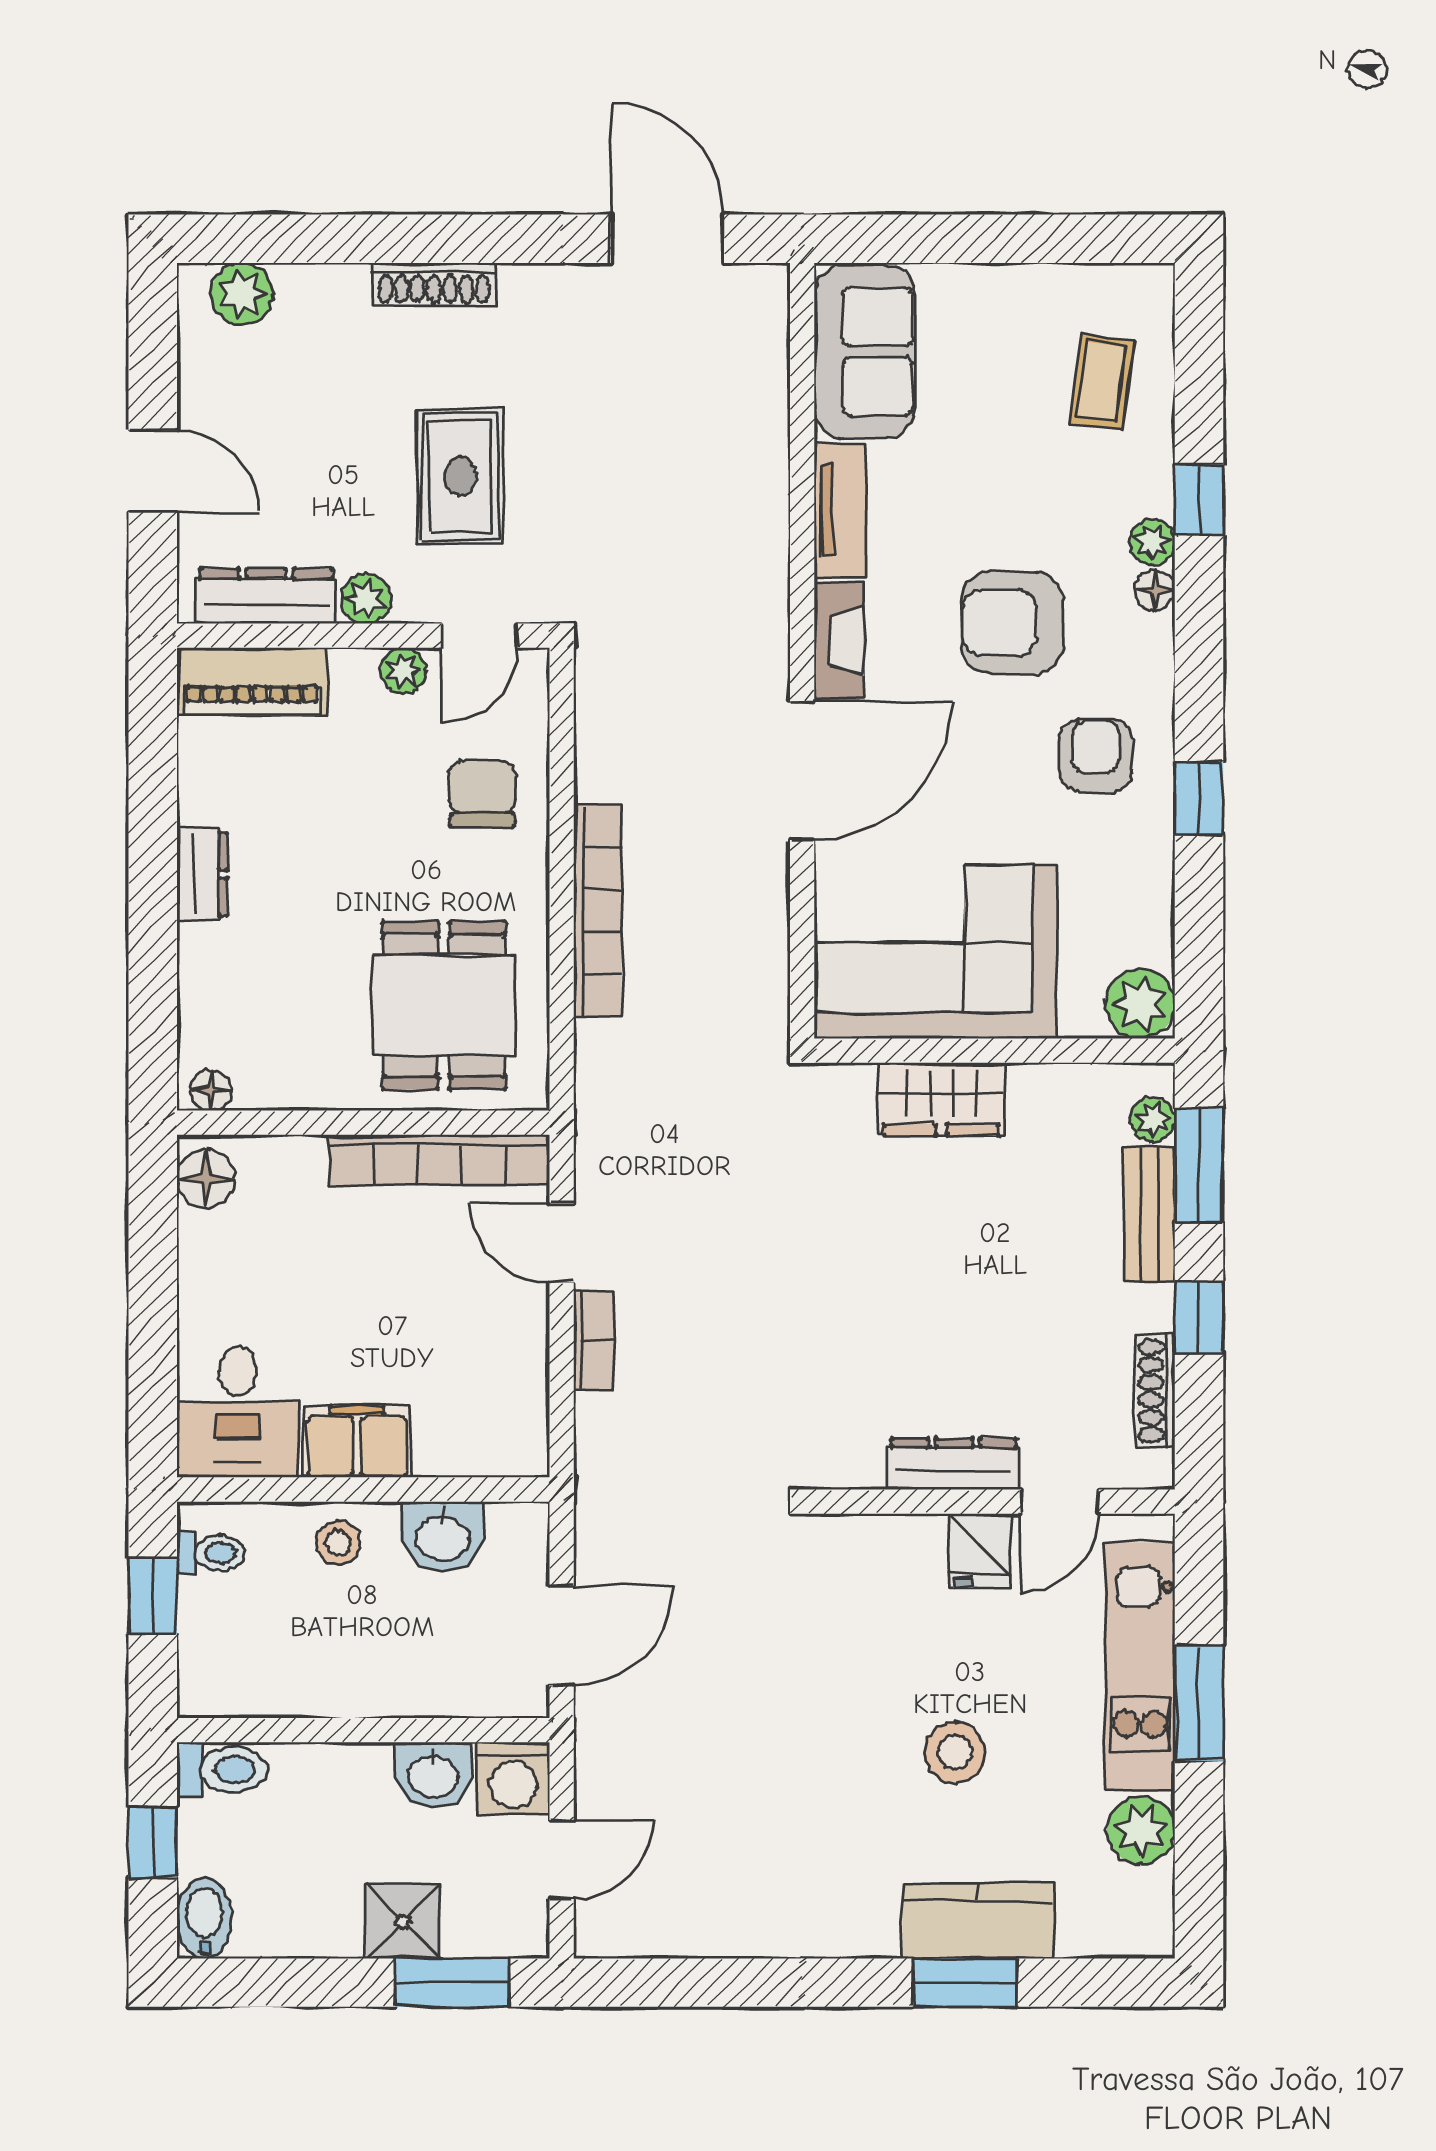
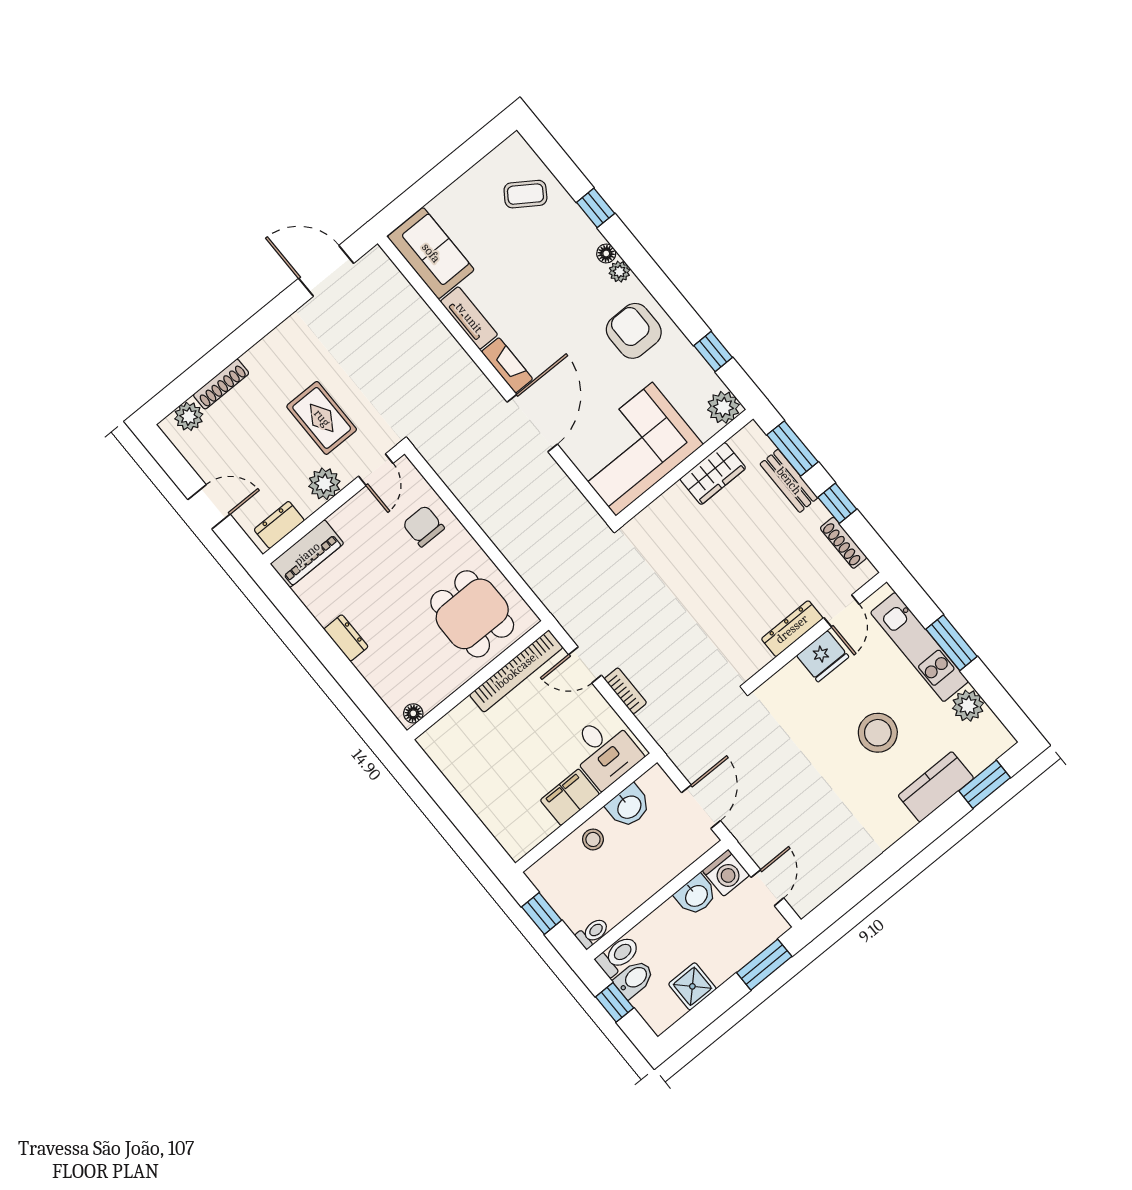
shoe rack: (434, 284) -> (221, 384), moved
coffee table: (1101, 382) -> (525, 194), turned -64
plant: (1152, 542) -> (619, 272), moved
dresser: (266, 596) -> (279, 525), width x0.70
plant: (366, 599) -> (324, 484), width x1.38, depth x1.38
armchair: (1012, 623) -> (564, 308), removed
plant: (403, 670) -> (358, 505), removed
armchair: (1096, 756) -> (634, 331), width x1.38, depth x1.38
window: (1199, 798) -> (713, 351), moved
bookcase: (598, 911) -> (500, 534), removed
wardrobe: (941, 1099) -> (713, 473), moved
plant: (1153, 1119) -> (762, 446), removed
floor lamp: (206, 1179) -> (437, 747), removed
desk: (238, 1412) -> (604, 751), moved
fridge: (979, 1551) -> (823, 656), width x1.38
toilet: (211, 1553) -> (593, 933), moved
stool: (955, 1752) -> (878, 733), width x1.38, depth x1.38
bidet: (205, 1918) -> (634, 979), moved, turned 90
shower: (403, 1921) -> (692, 986), moved
window: (965, 1983) -> (985, 784), moved

